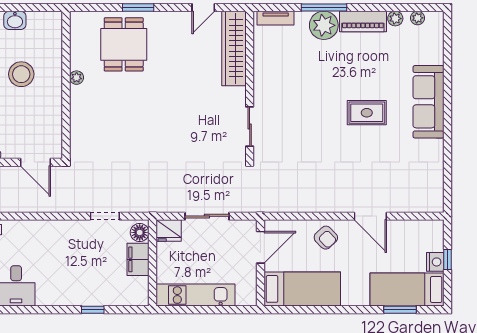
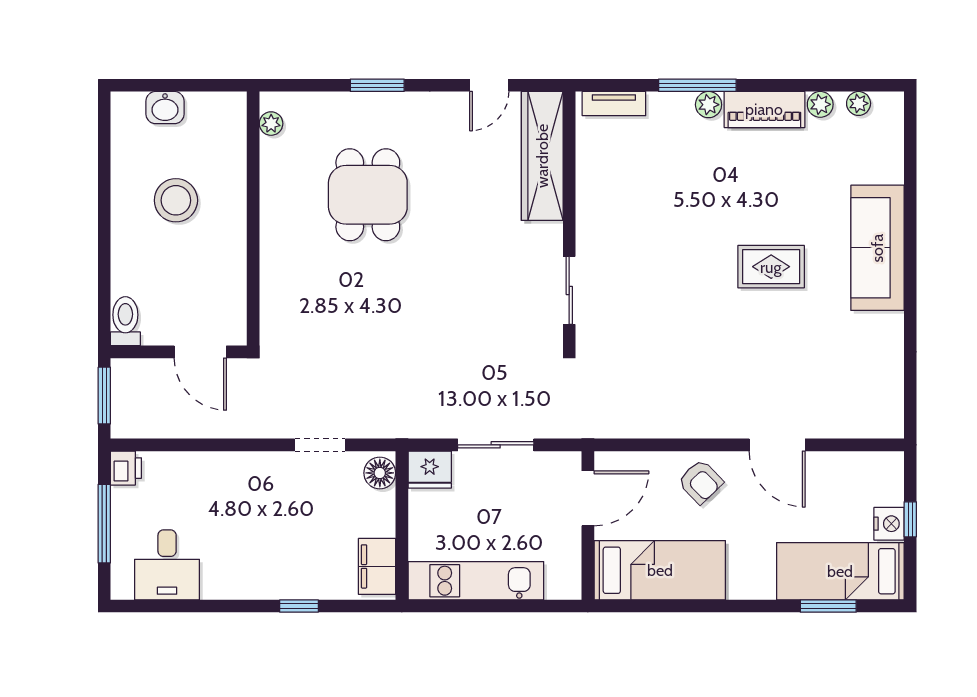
plant: (324, 25) -> (709, 105), width x0.53, depth x0.53
dining table: (124, 44) -> (368, 195), moved
plant: (77, 78) -> (271, 124), moved
filing cabinet: (138, 259) -> (377, 566), moved

